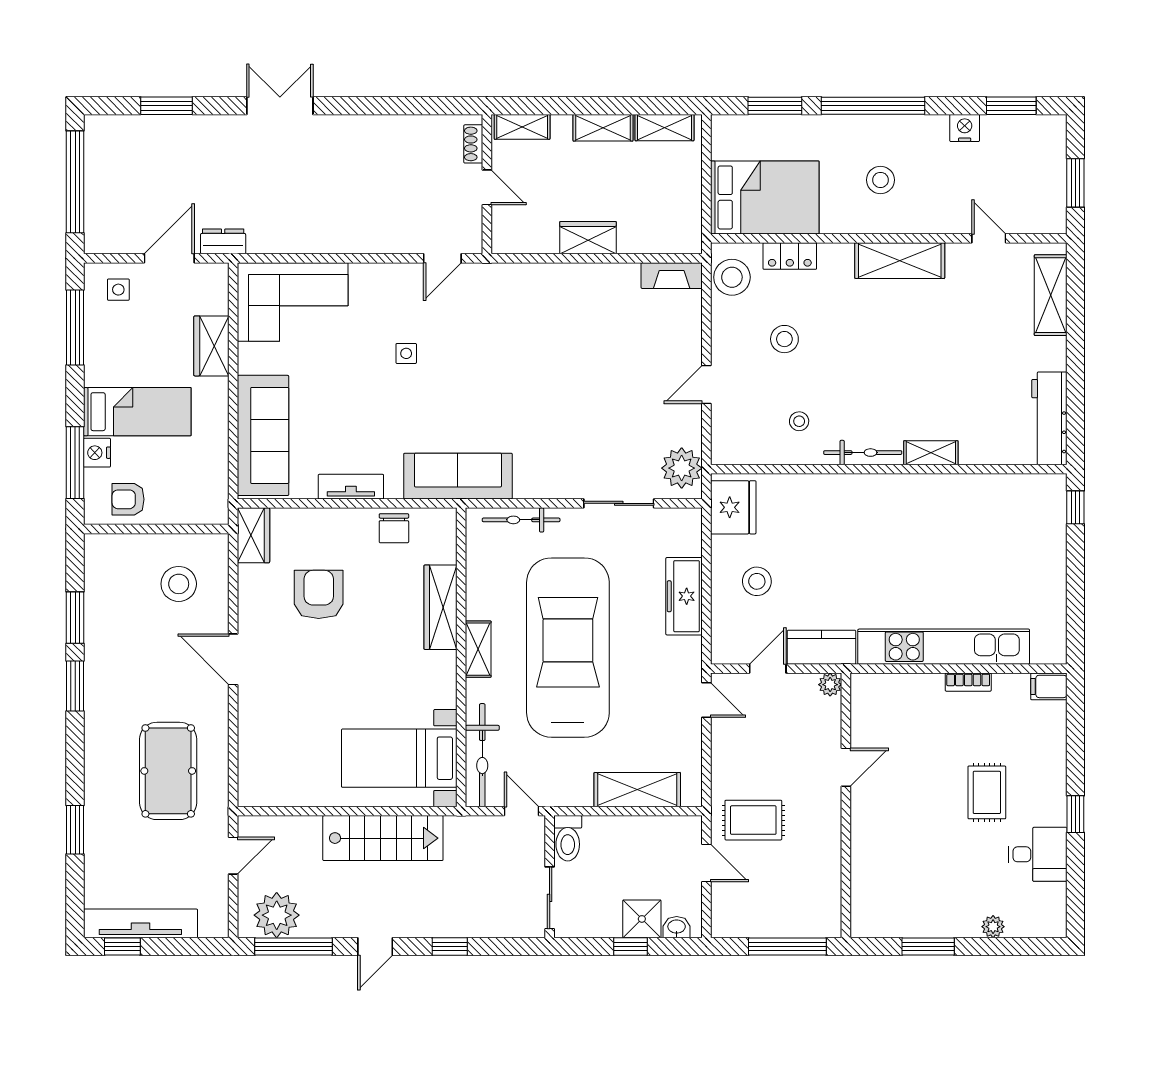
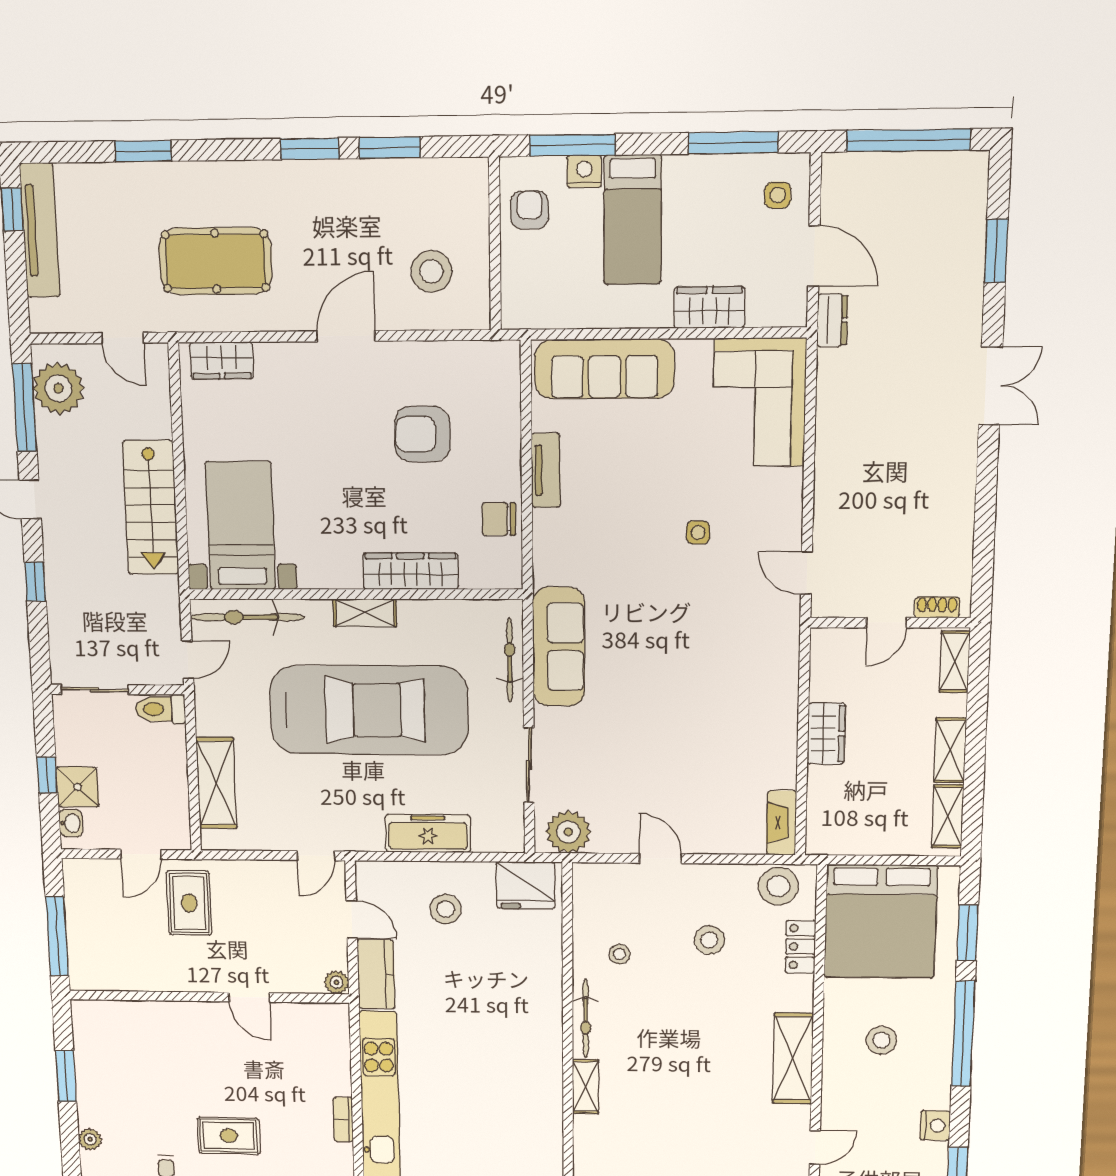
bed: (765, 197) -> (881, 921), width x1.36
sofa: (458, 476) -> (559, 647), moved
wardrobe: (253, 535) -> (222, 361), moved
armchair: (319, 594) -> (422, 434), turned 180

